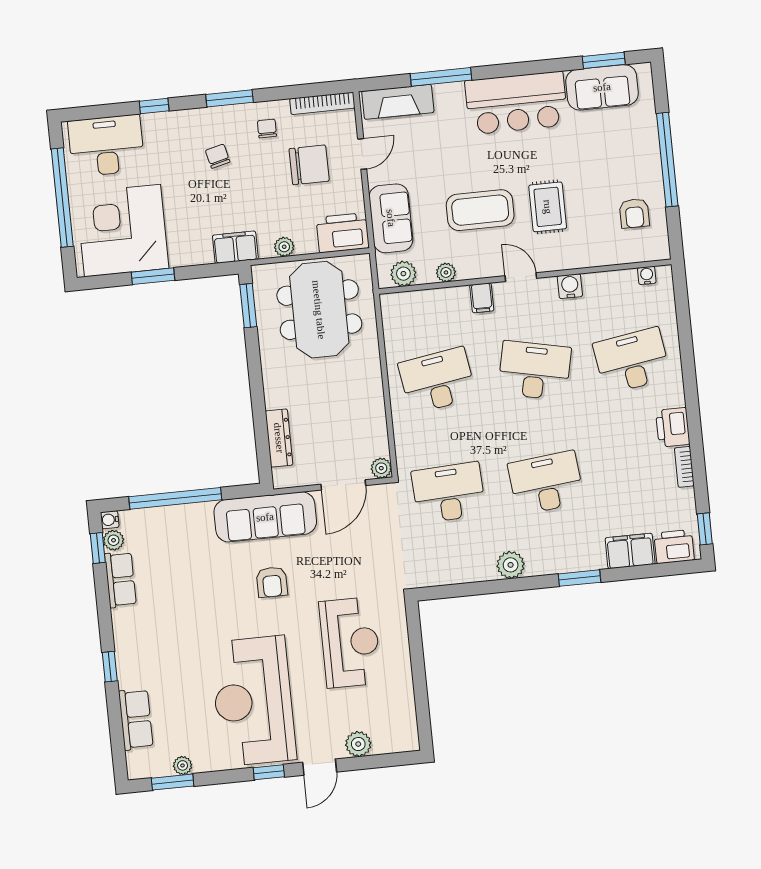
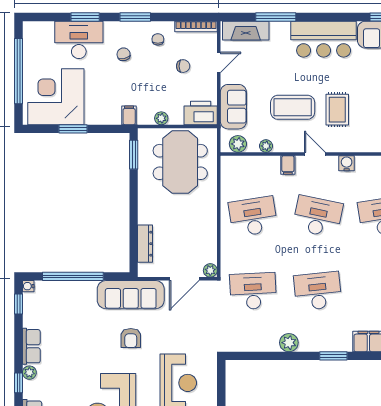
window: (154, 106) -> (85, 17), width x1.50
desk: (106, 146) -> (79, 40), moved
chair: (309, 165) -> (183, 66), width x0.54, depth x0.54
filing cabinet: (235, 247) -> (129, 115), width x0.50
plant: (114, 540) -> (29, 373), moved
row of seats: (120, 580) -> (31, 346), moved

